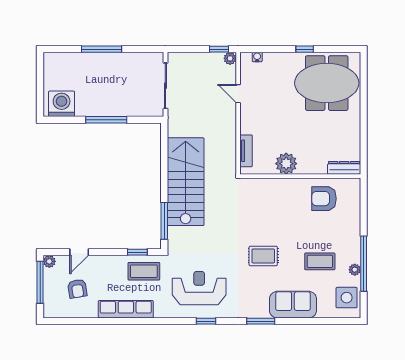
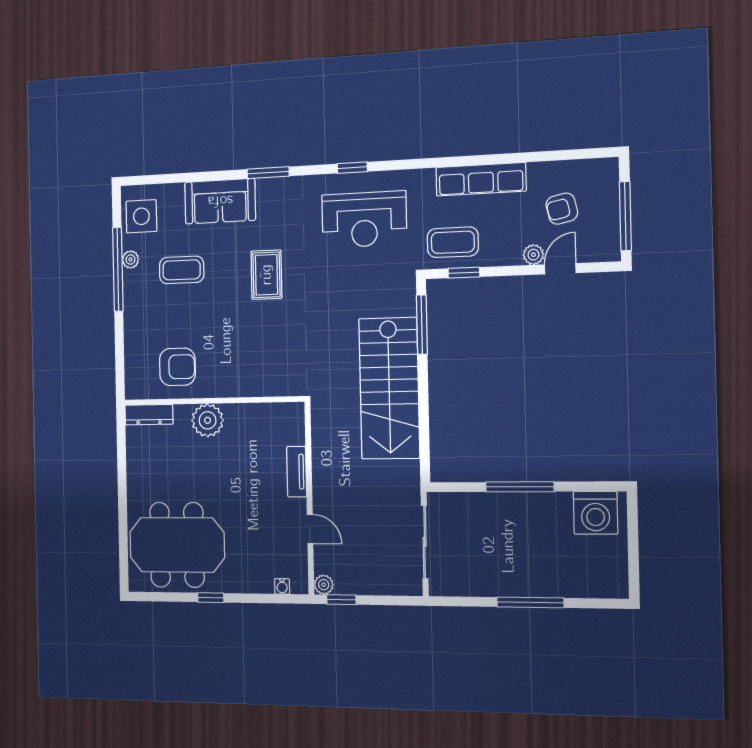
tv unit: (246, 151) -> (297, 472), moved
plant: (286, 164) -> (208, 420), moved
rug: (263, 256) -> (266, 275), turned 90
plant: (49, 261) -> (533, 255), moved
armchair: (77, 289) -> (562, 209), turned -93

